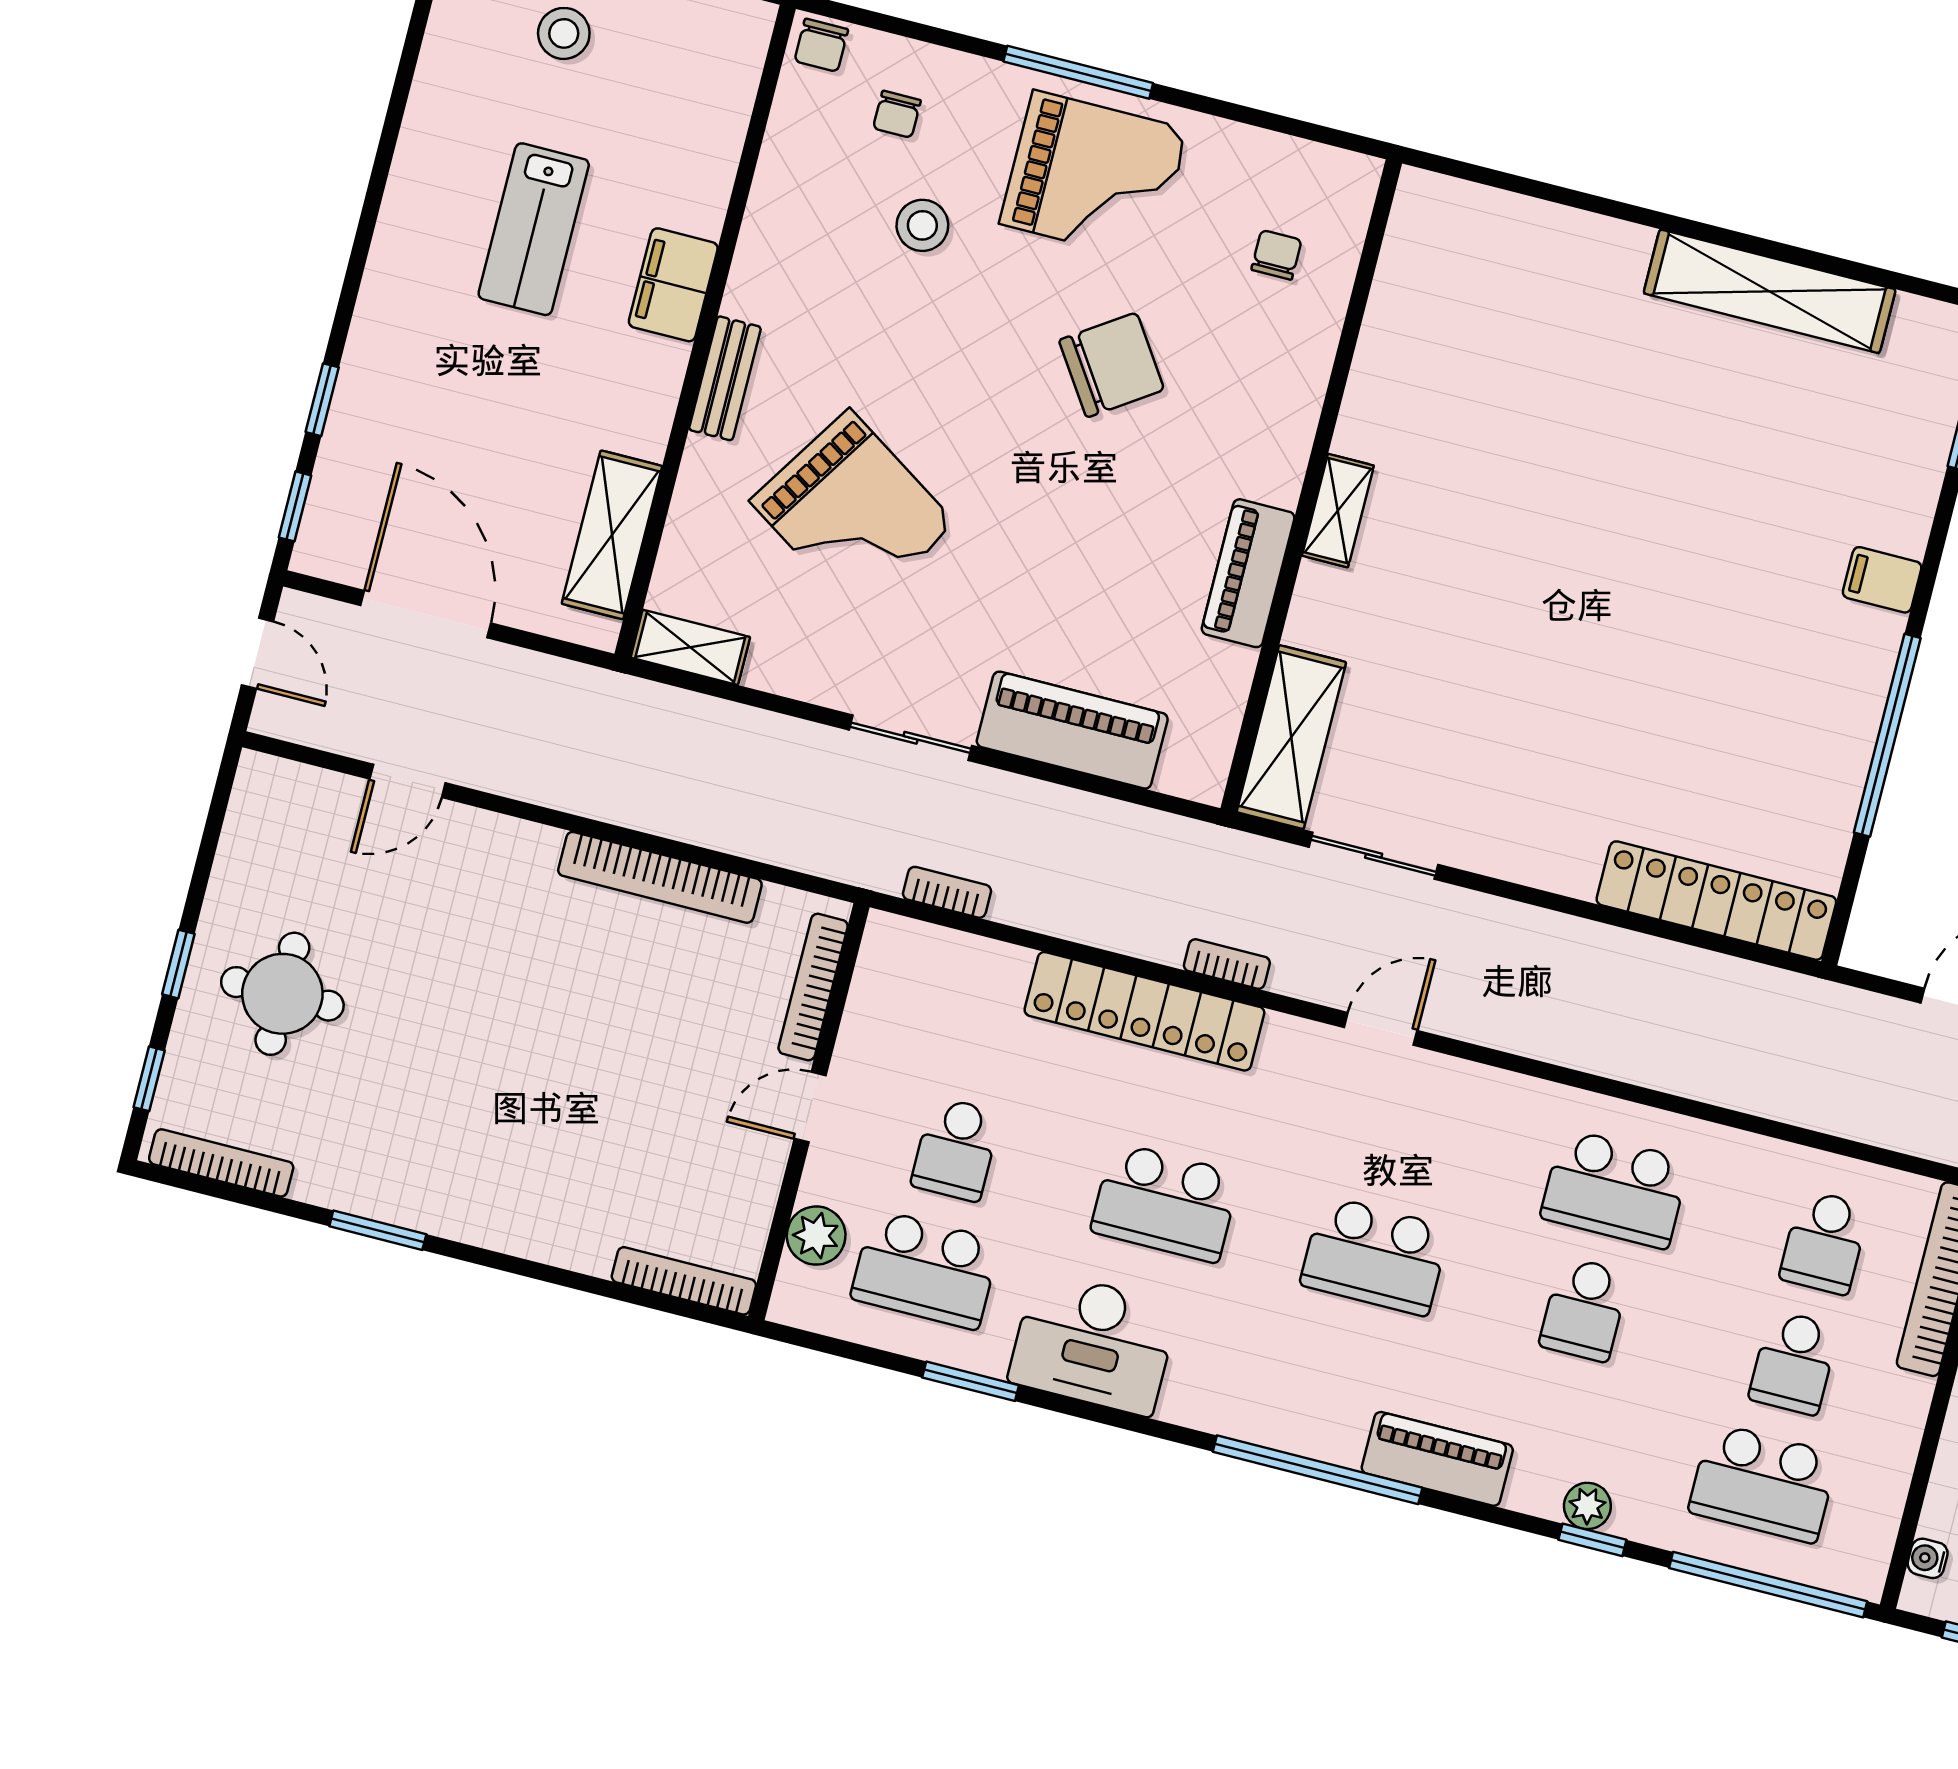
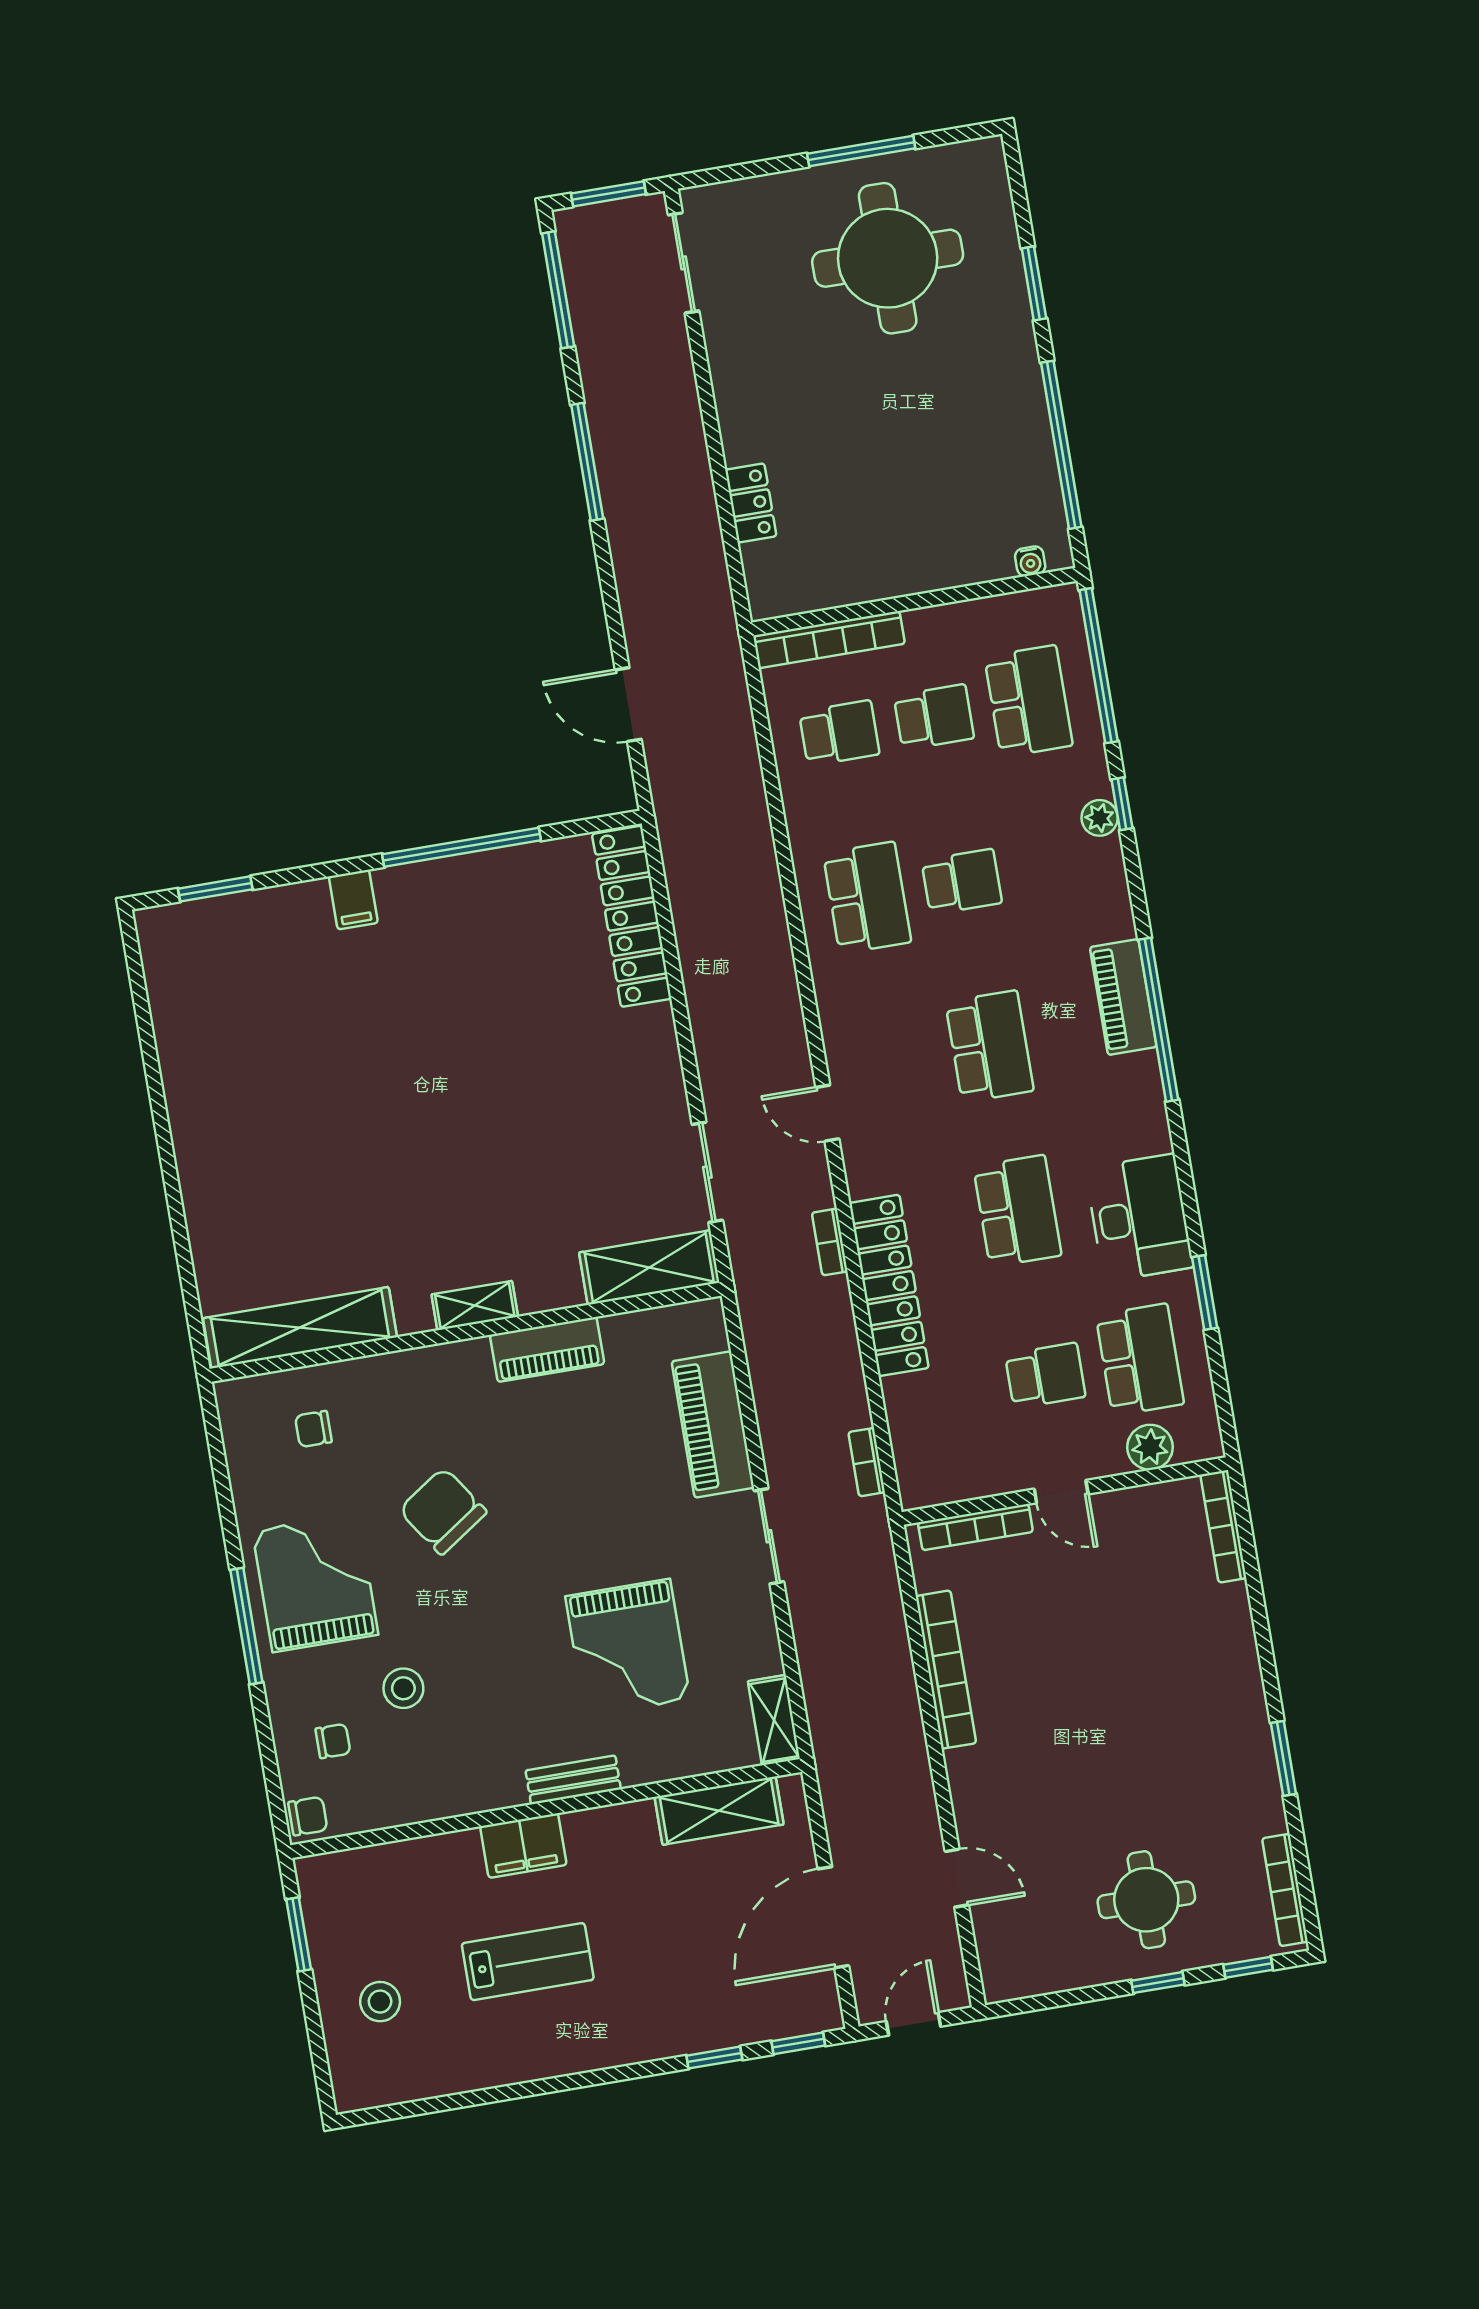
shelving: (1770, 291) -> (300, 1328), moved, turned 90
grand piano: (853, 512) -> (628, 1648), turned 147
piano: (1437, 1459) -> (1123, 997), moved

